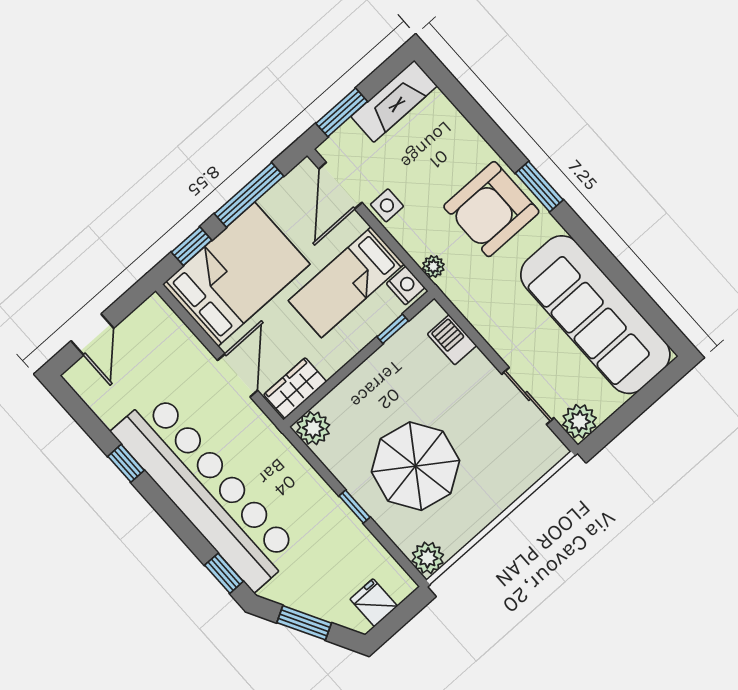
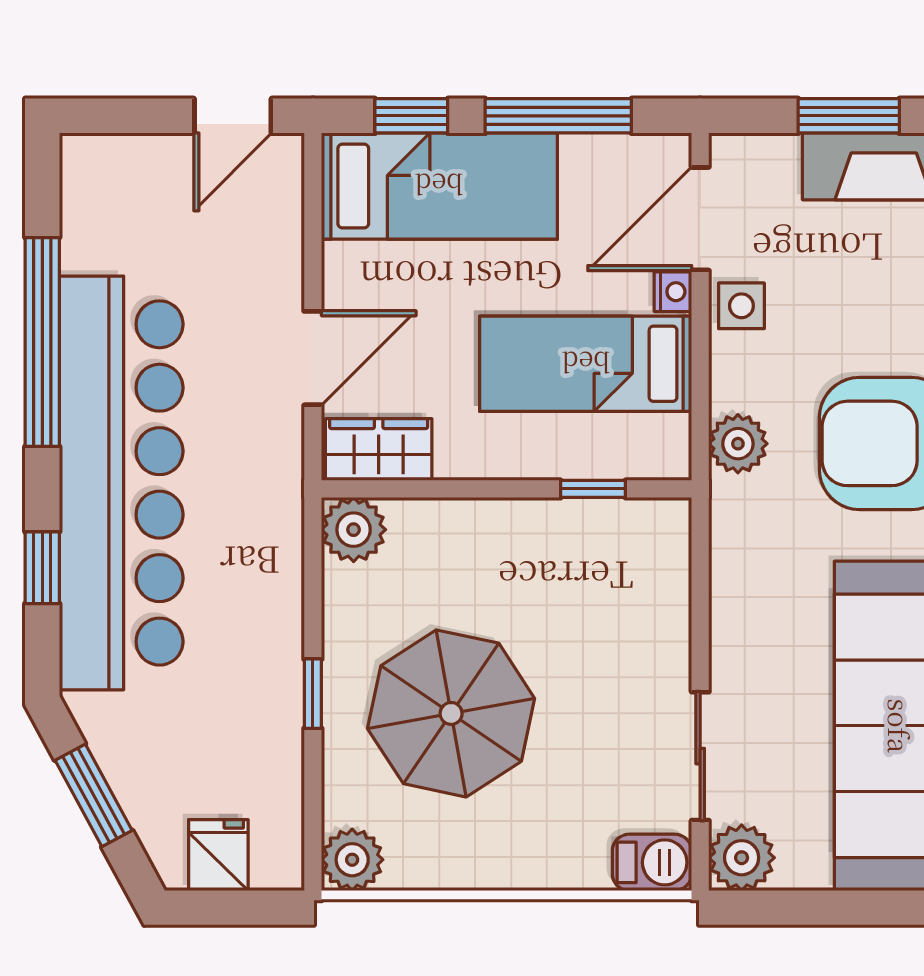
window: (342, 112) -> (849, 116), moved
plant: (433, 266) -> (738, 444), width x1.38, depth x1.38
bed: (236, 274) -> (439, 186), width x0.67
nightstand: (406, 286) -> (673, 292), moved, width x0.72, depth x0.74
door: (92, 335) -> (233, 116), moved
barbecue: (452, 340) -> (652, 862), moved, turned 90
window: (126, 463) -> (42, 342), width x3.17
window: (224, 573) -> (42, 568), moved

